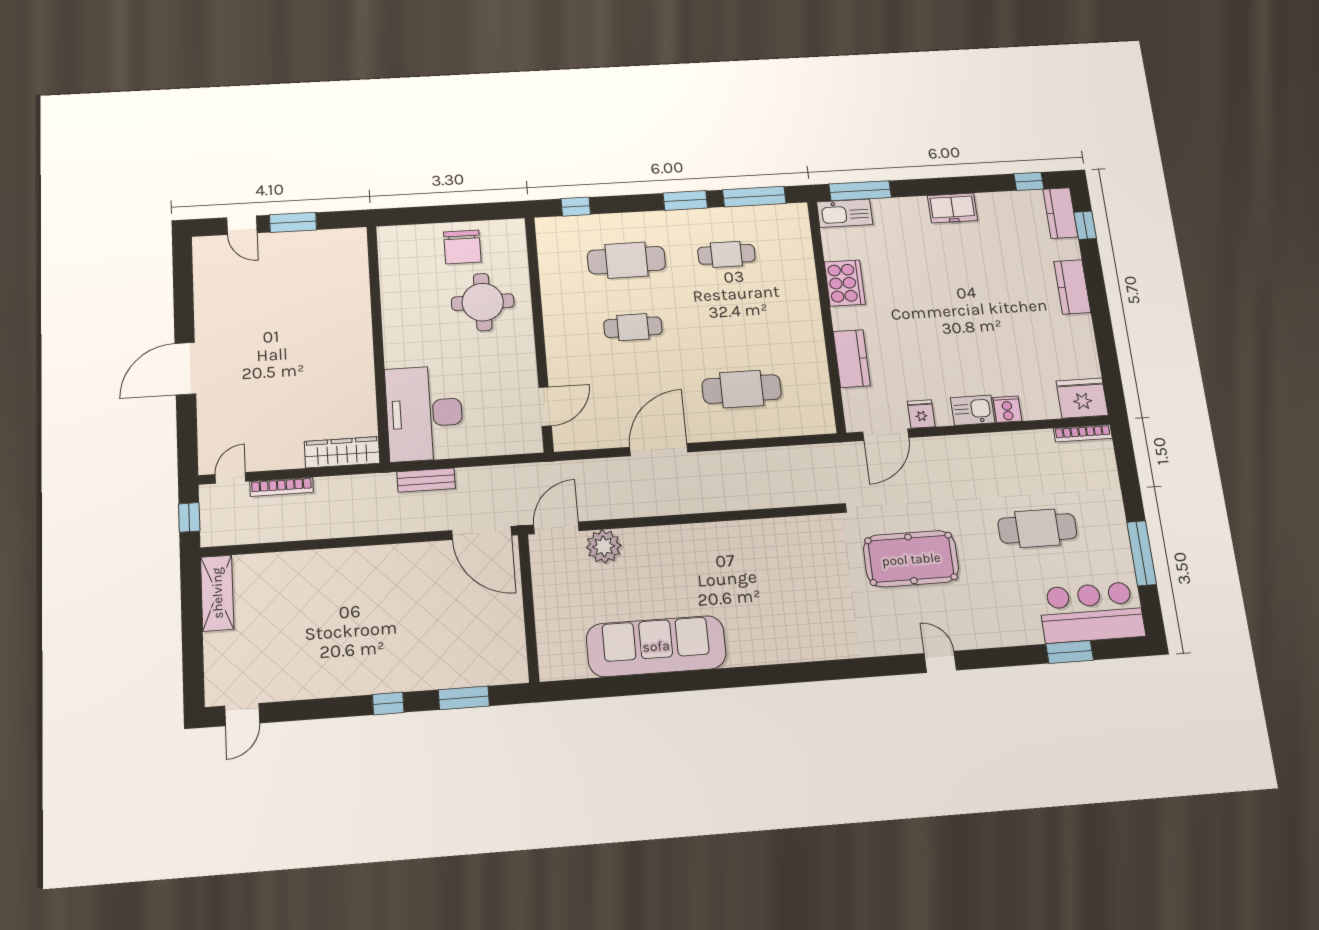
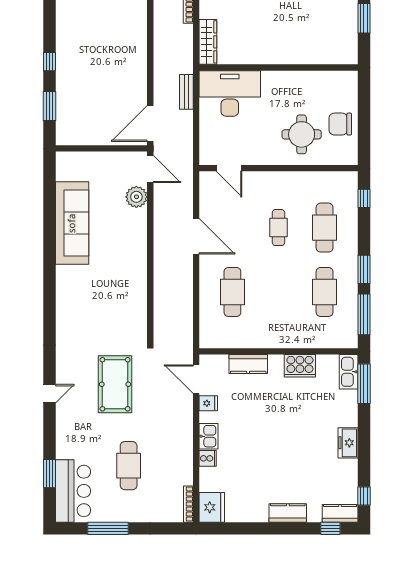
cafe table: (726, 254) -> (325, 292), width x1.37, depth x1.35

